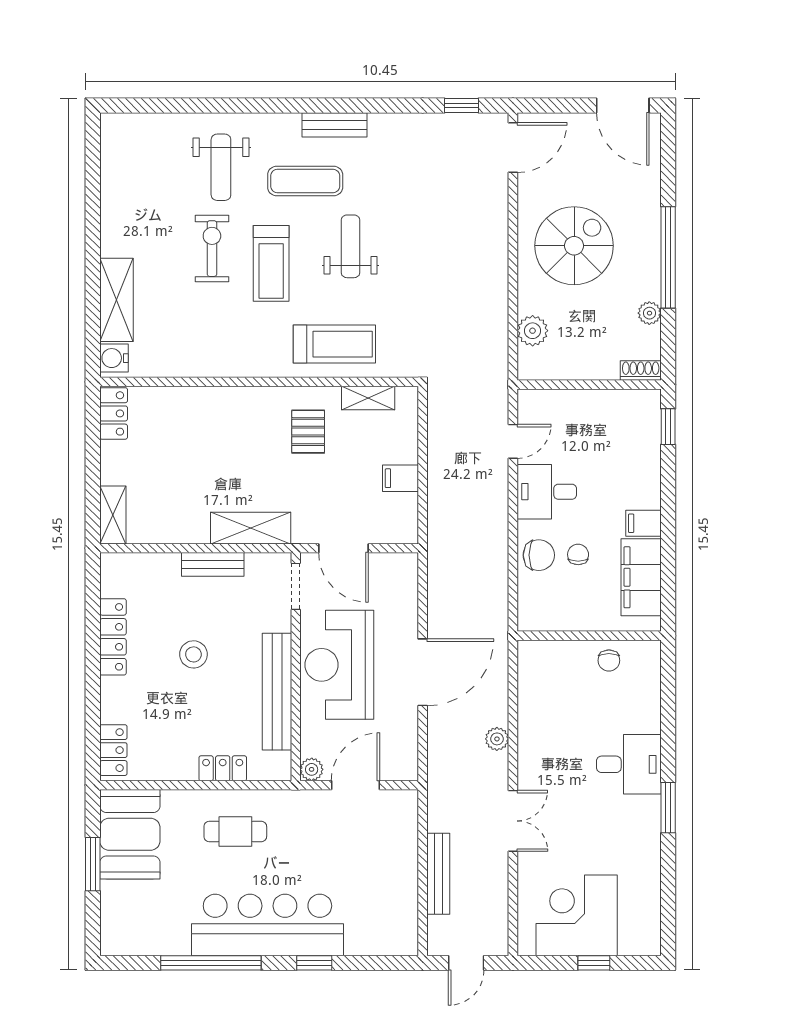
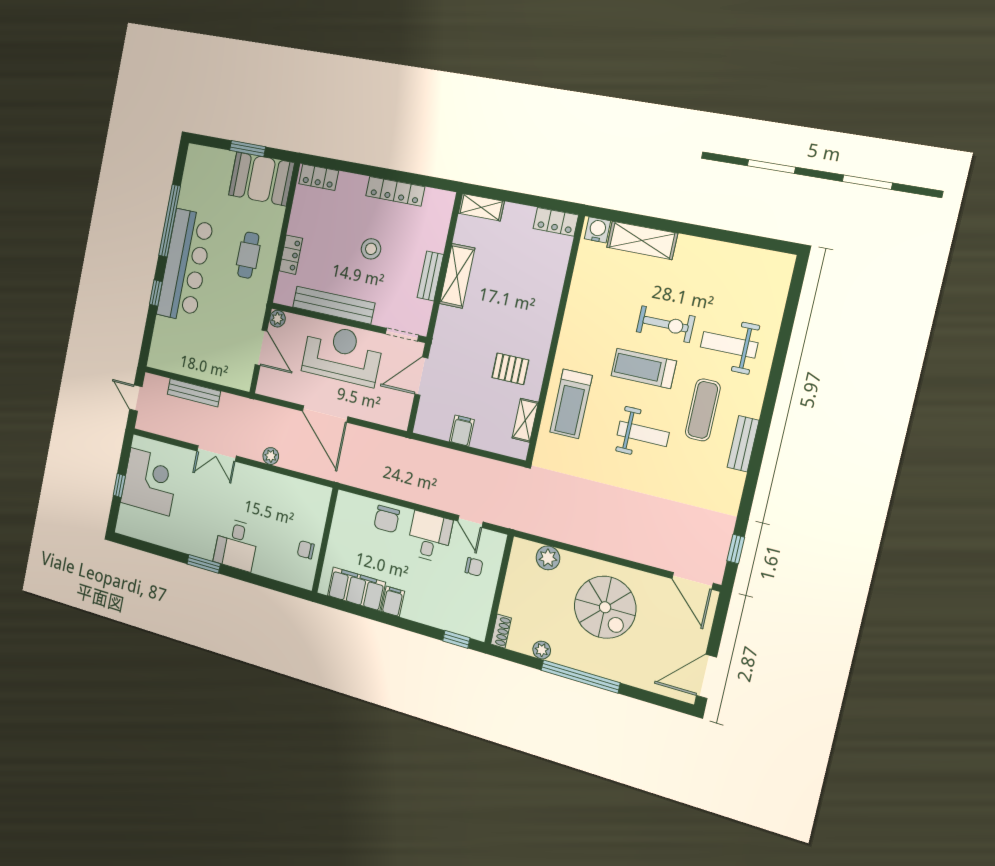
shelving: (251, 528) -> (457, 276), moved
chair: (578, 554) -> (474, 567), moved

